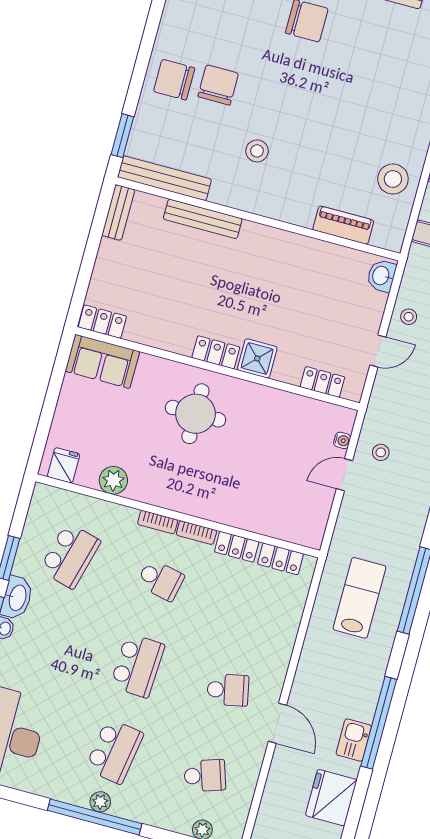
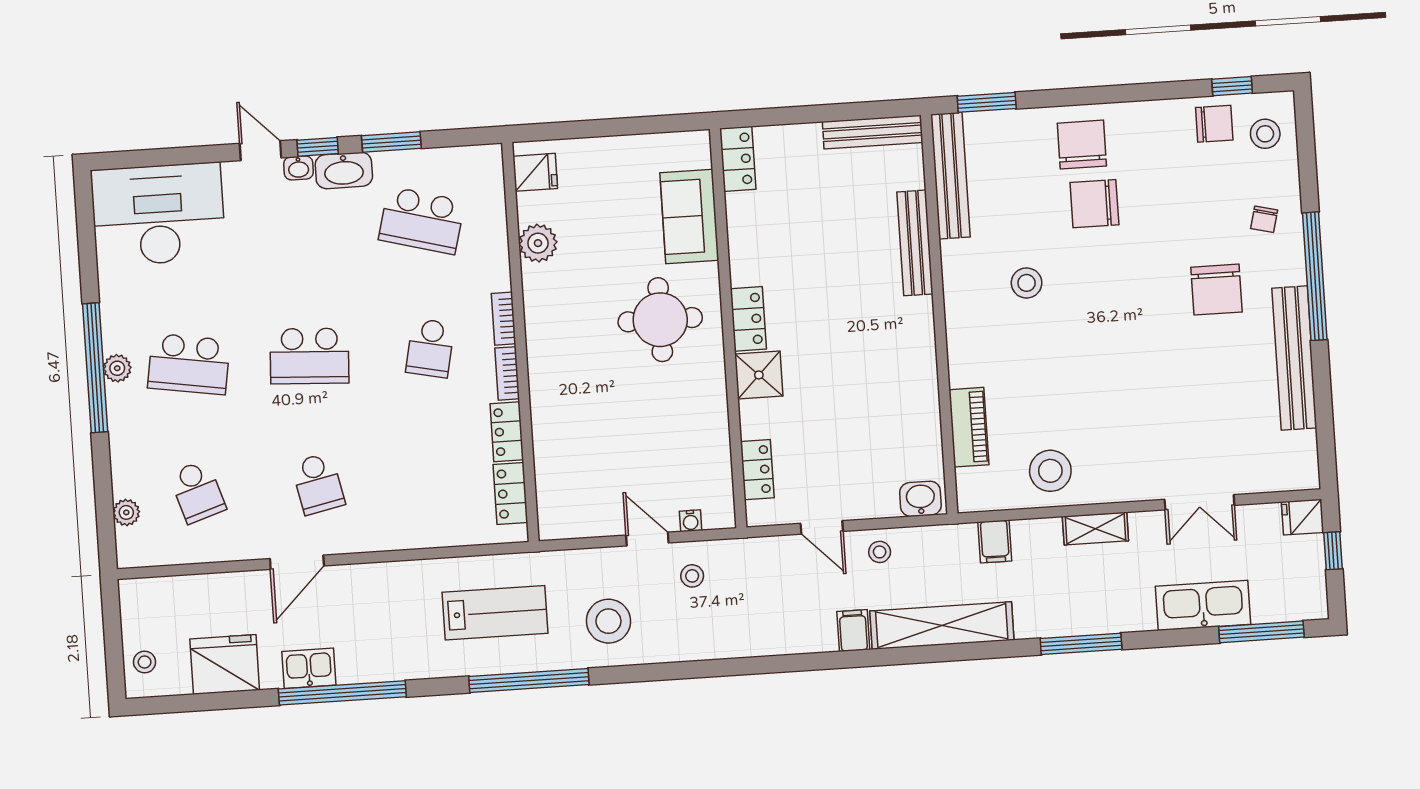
chair: (218, 85) -> (1094, 204), turned 180
bench: (118, 213) -> (873, 132), width x1.36
sofa: (102, 361) -> (689, 216), moved
stool: (392, 521) -> (608, 621), added

